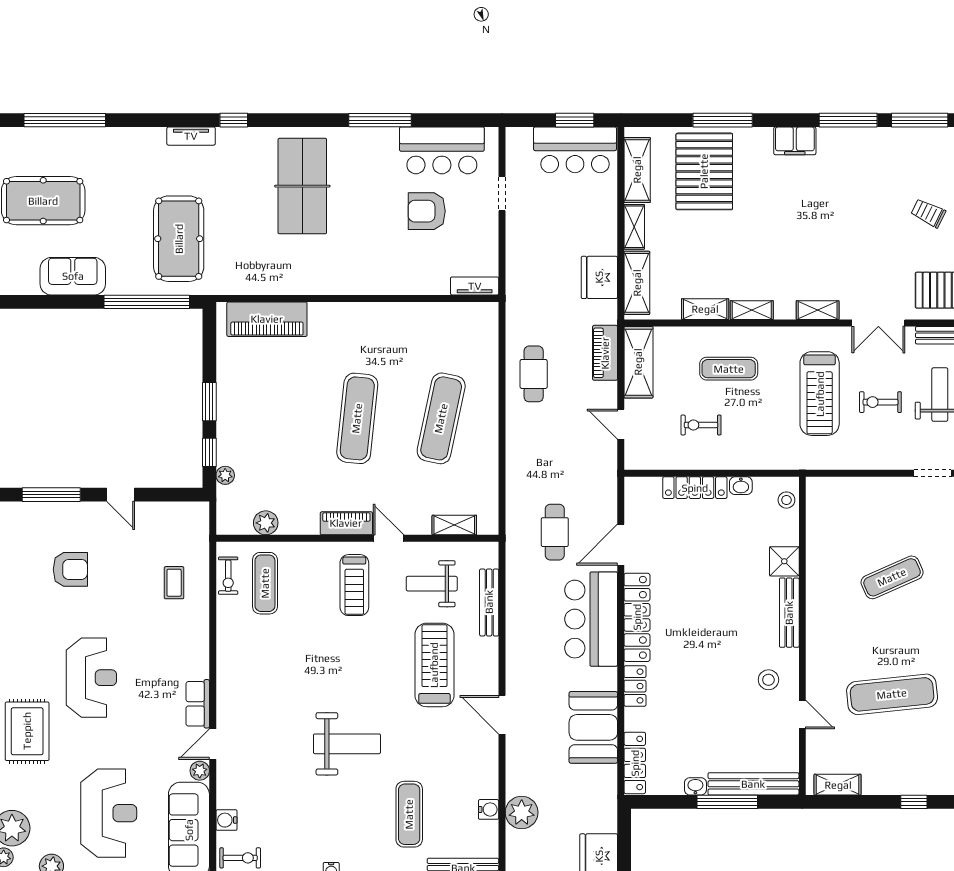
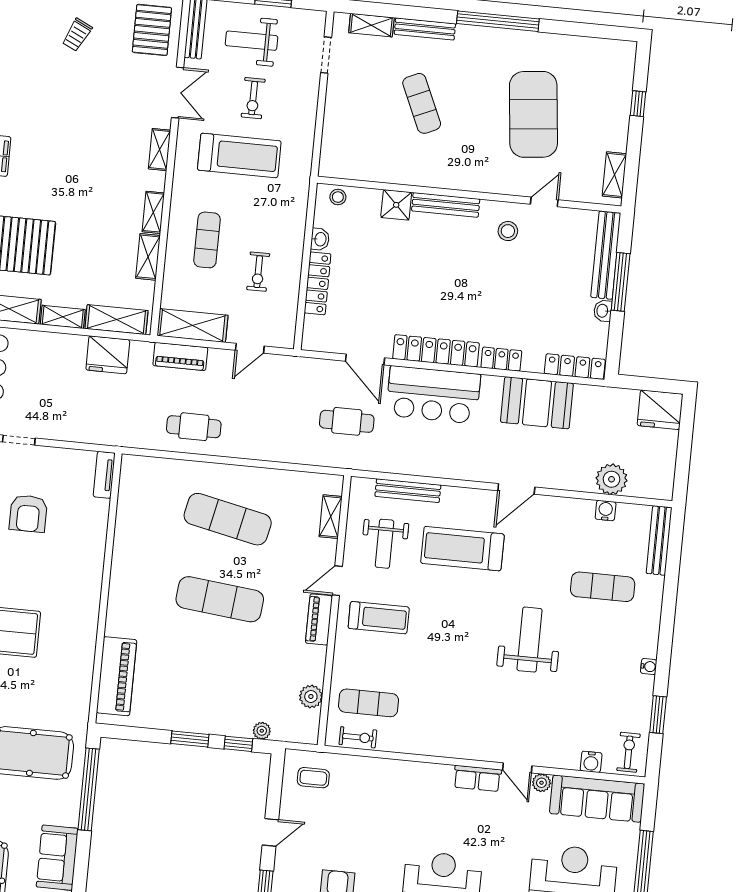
coffee table: (174, 583) -> (313, 778), moved
exercise mat: (892, 694) -> (533, 114), width x1.47

